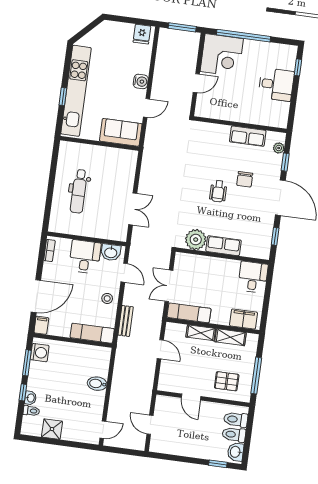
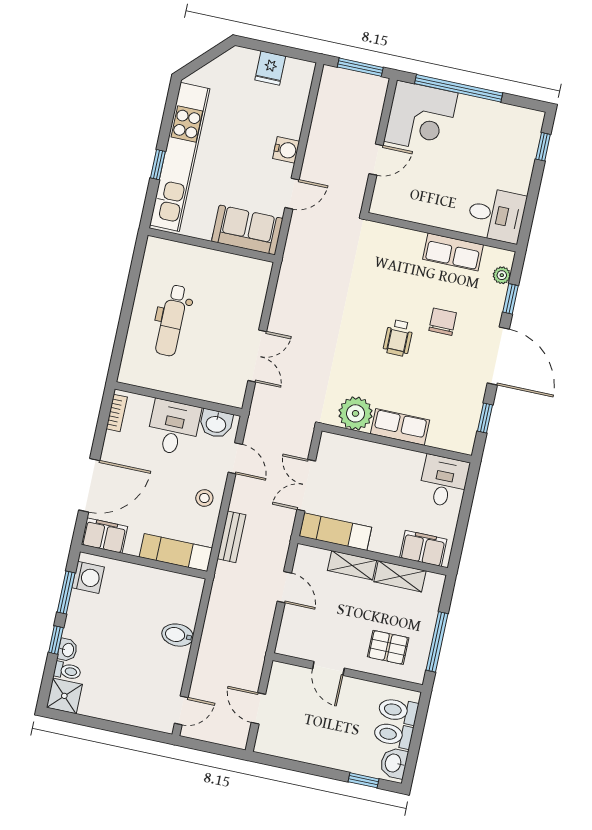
fridge: (142, 34) -> (270, 68), moved
desk: (276, 85) -> (496, 215), moved
chair: (245, 179) -> (443, 322), turned 180
filing cabinet: (41, 325) -> (104, 535), width x2.00
shower: (52, 429) -> (64, 696), moved

